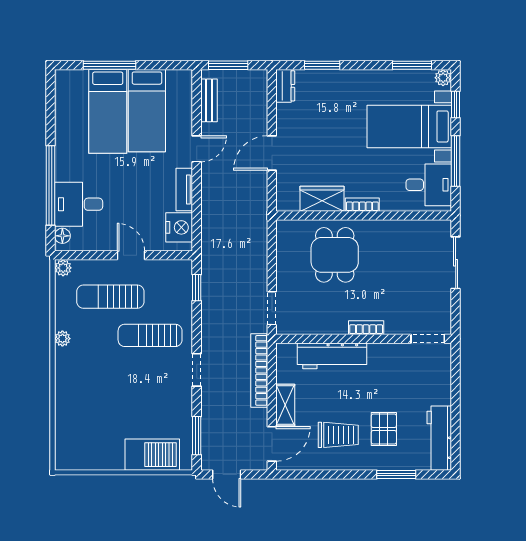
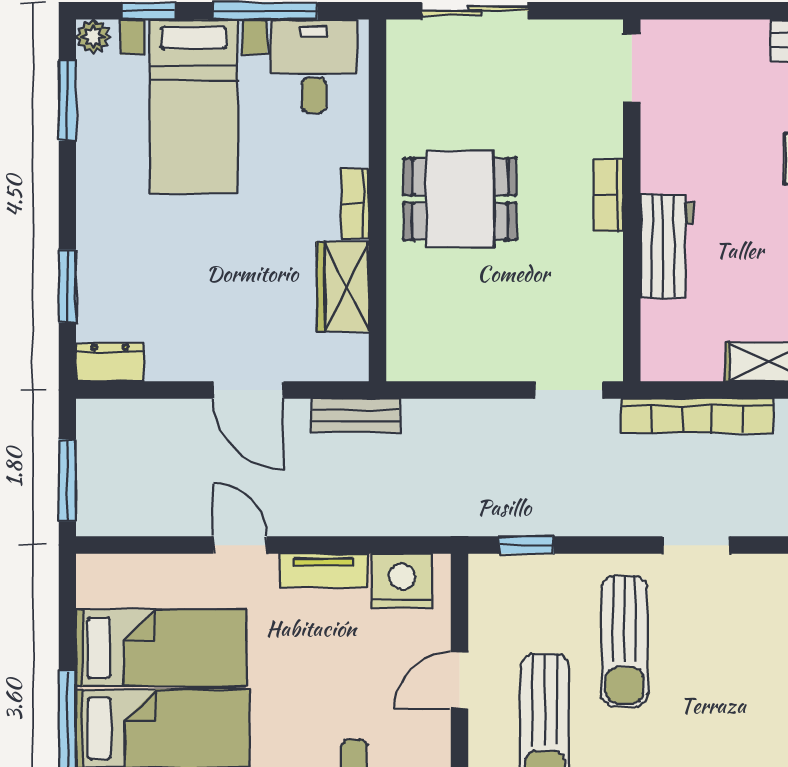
bench: (209, 100) -> (355, 415), moved
dining table: (335, 255) -> (460, 199), moved
workbench: (332, 356) -> (667, 246), width x0.73

